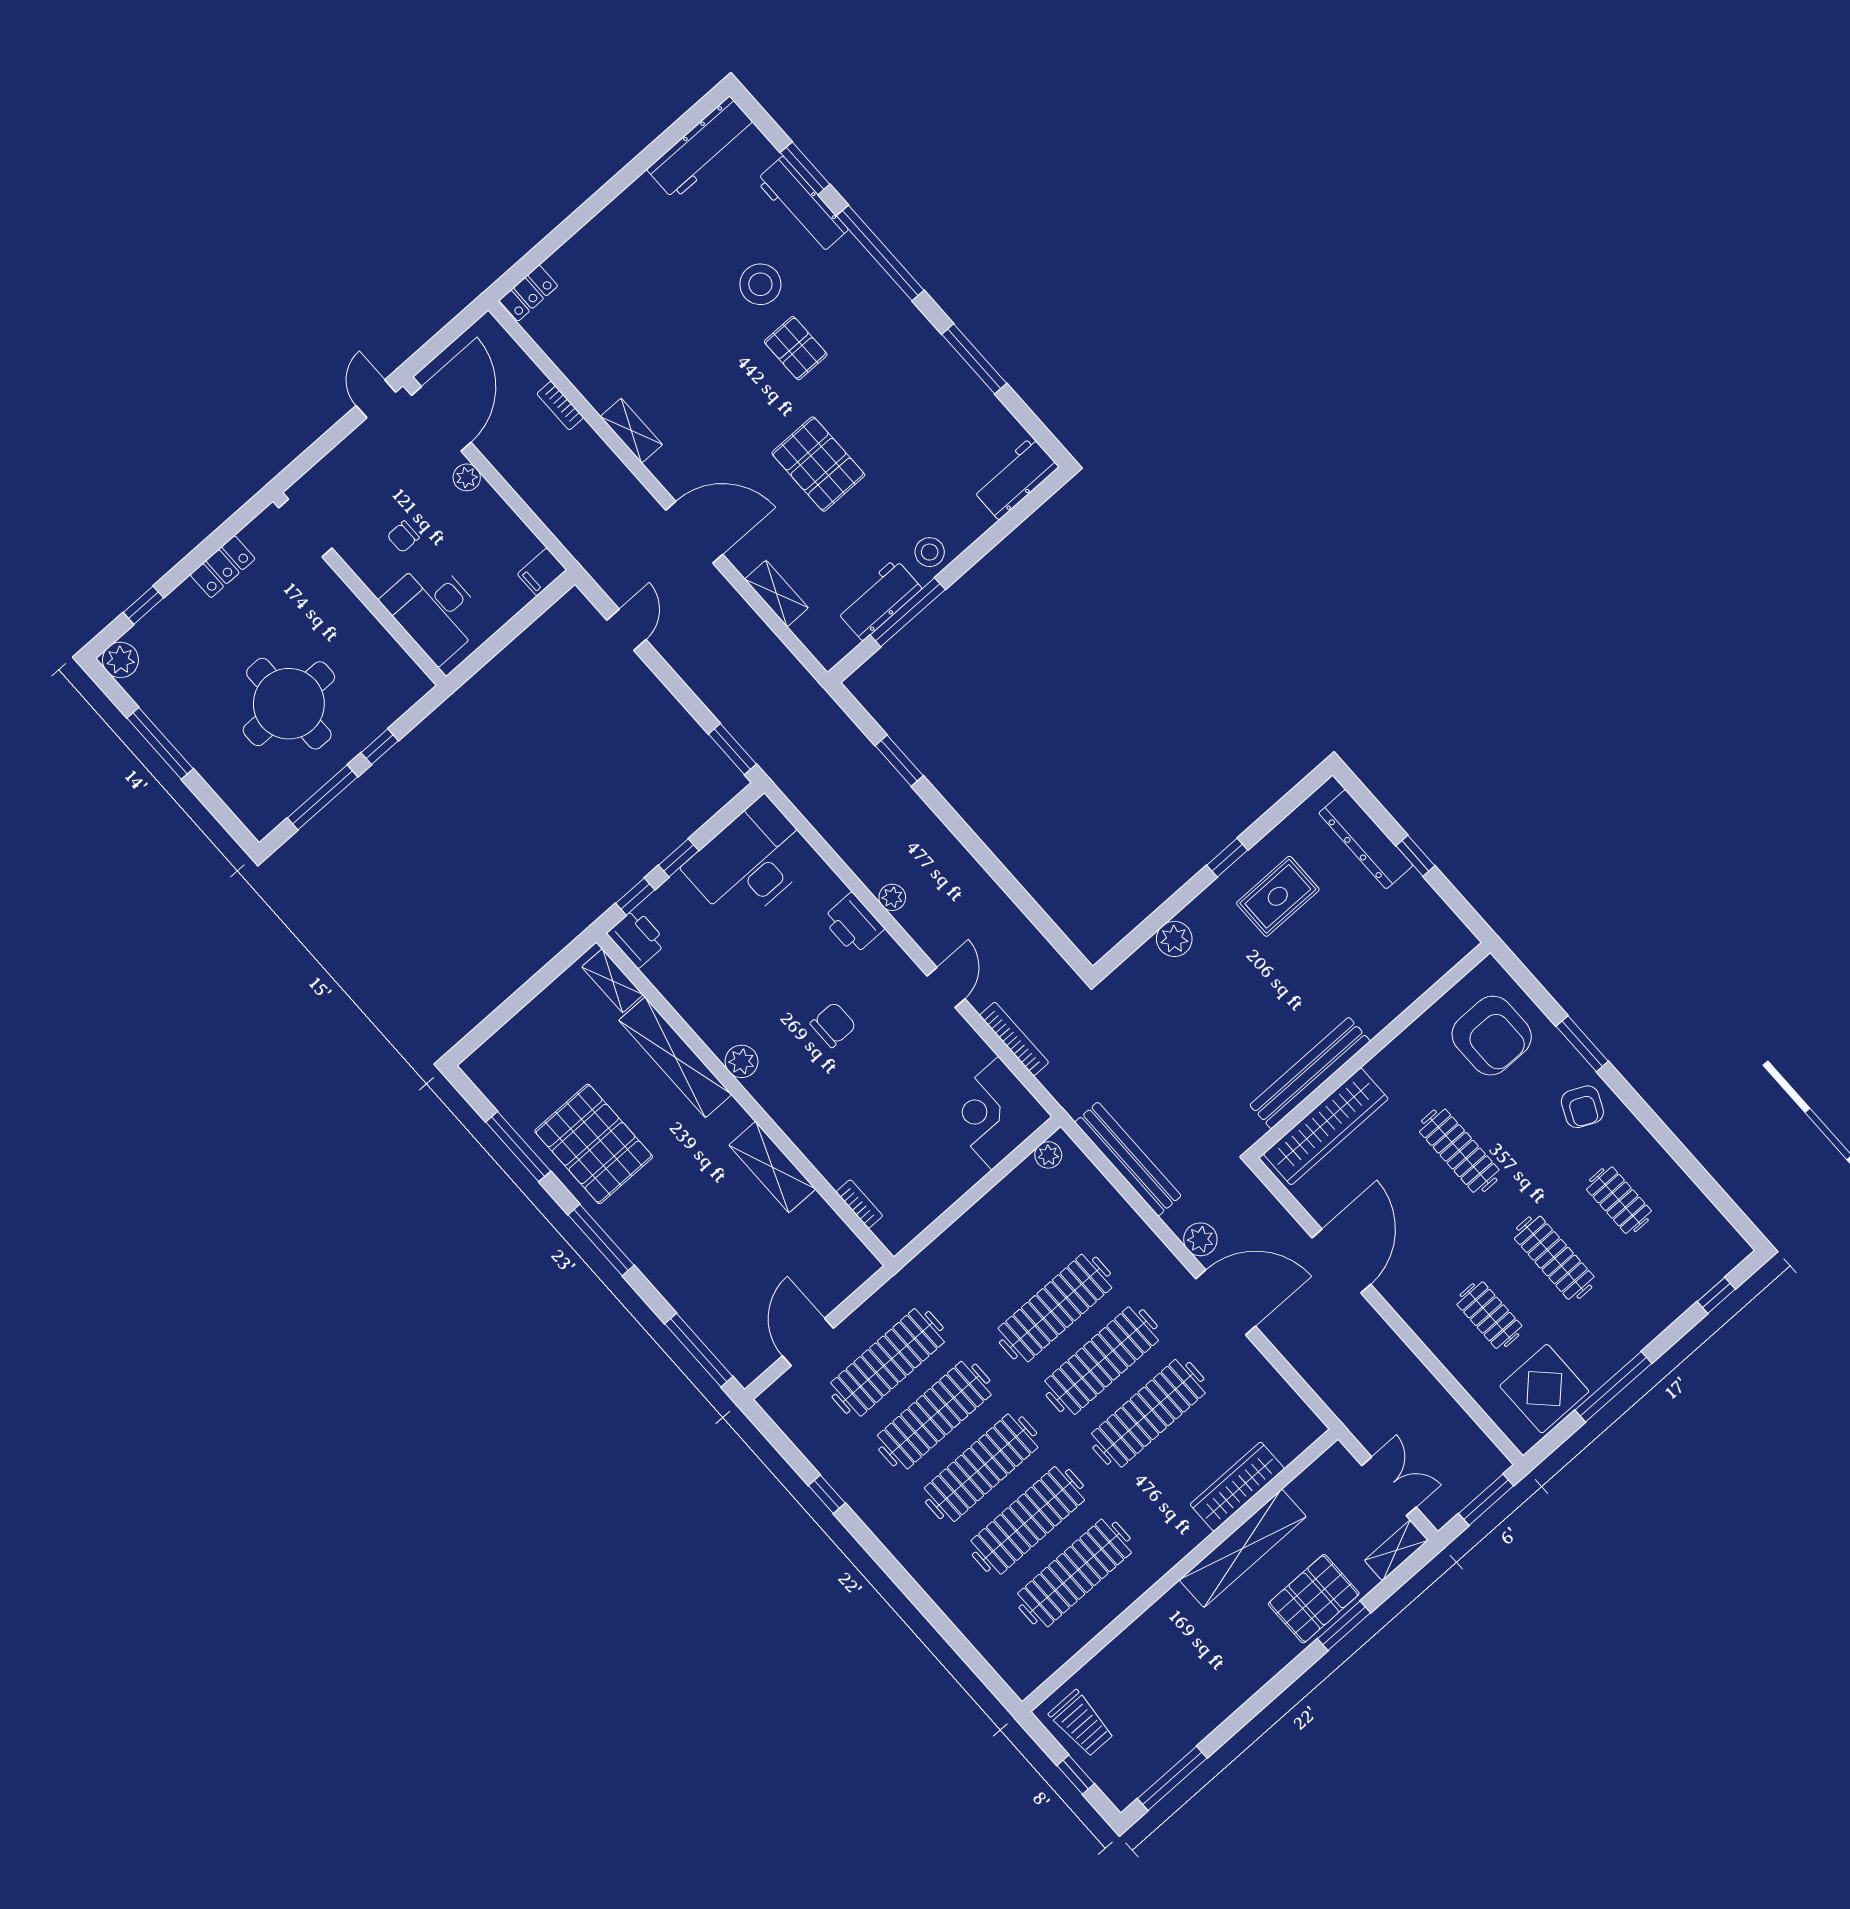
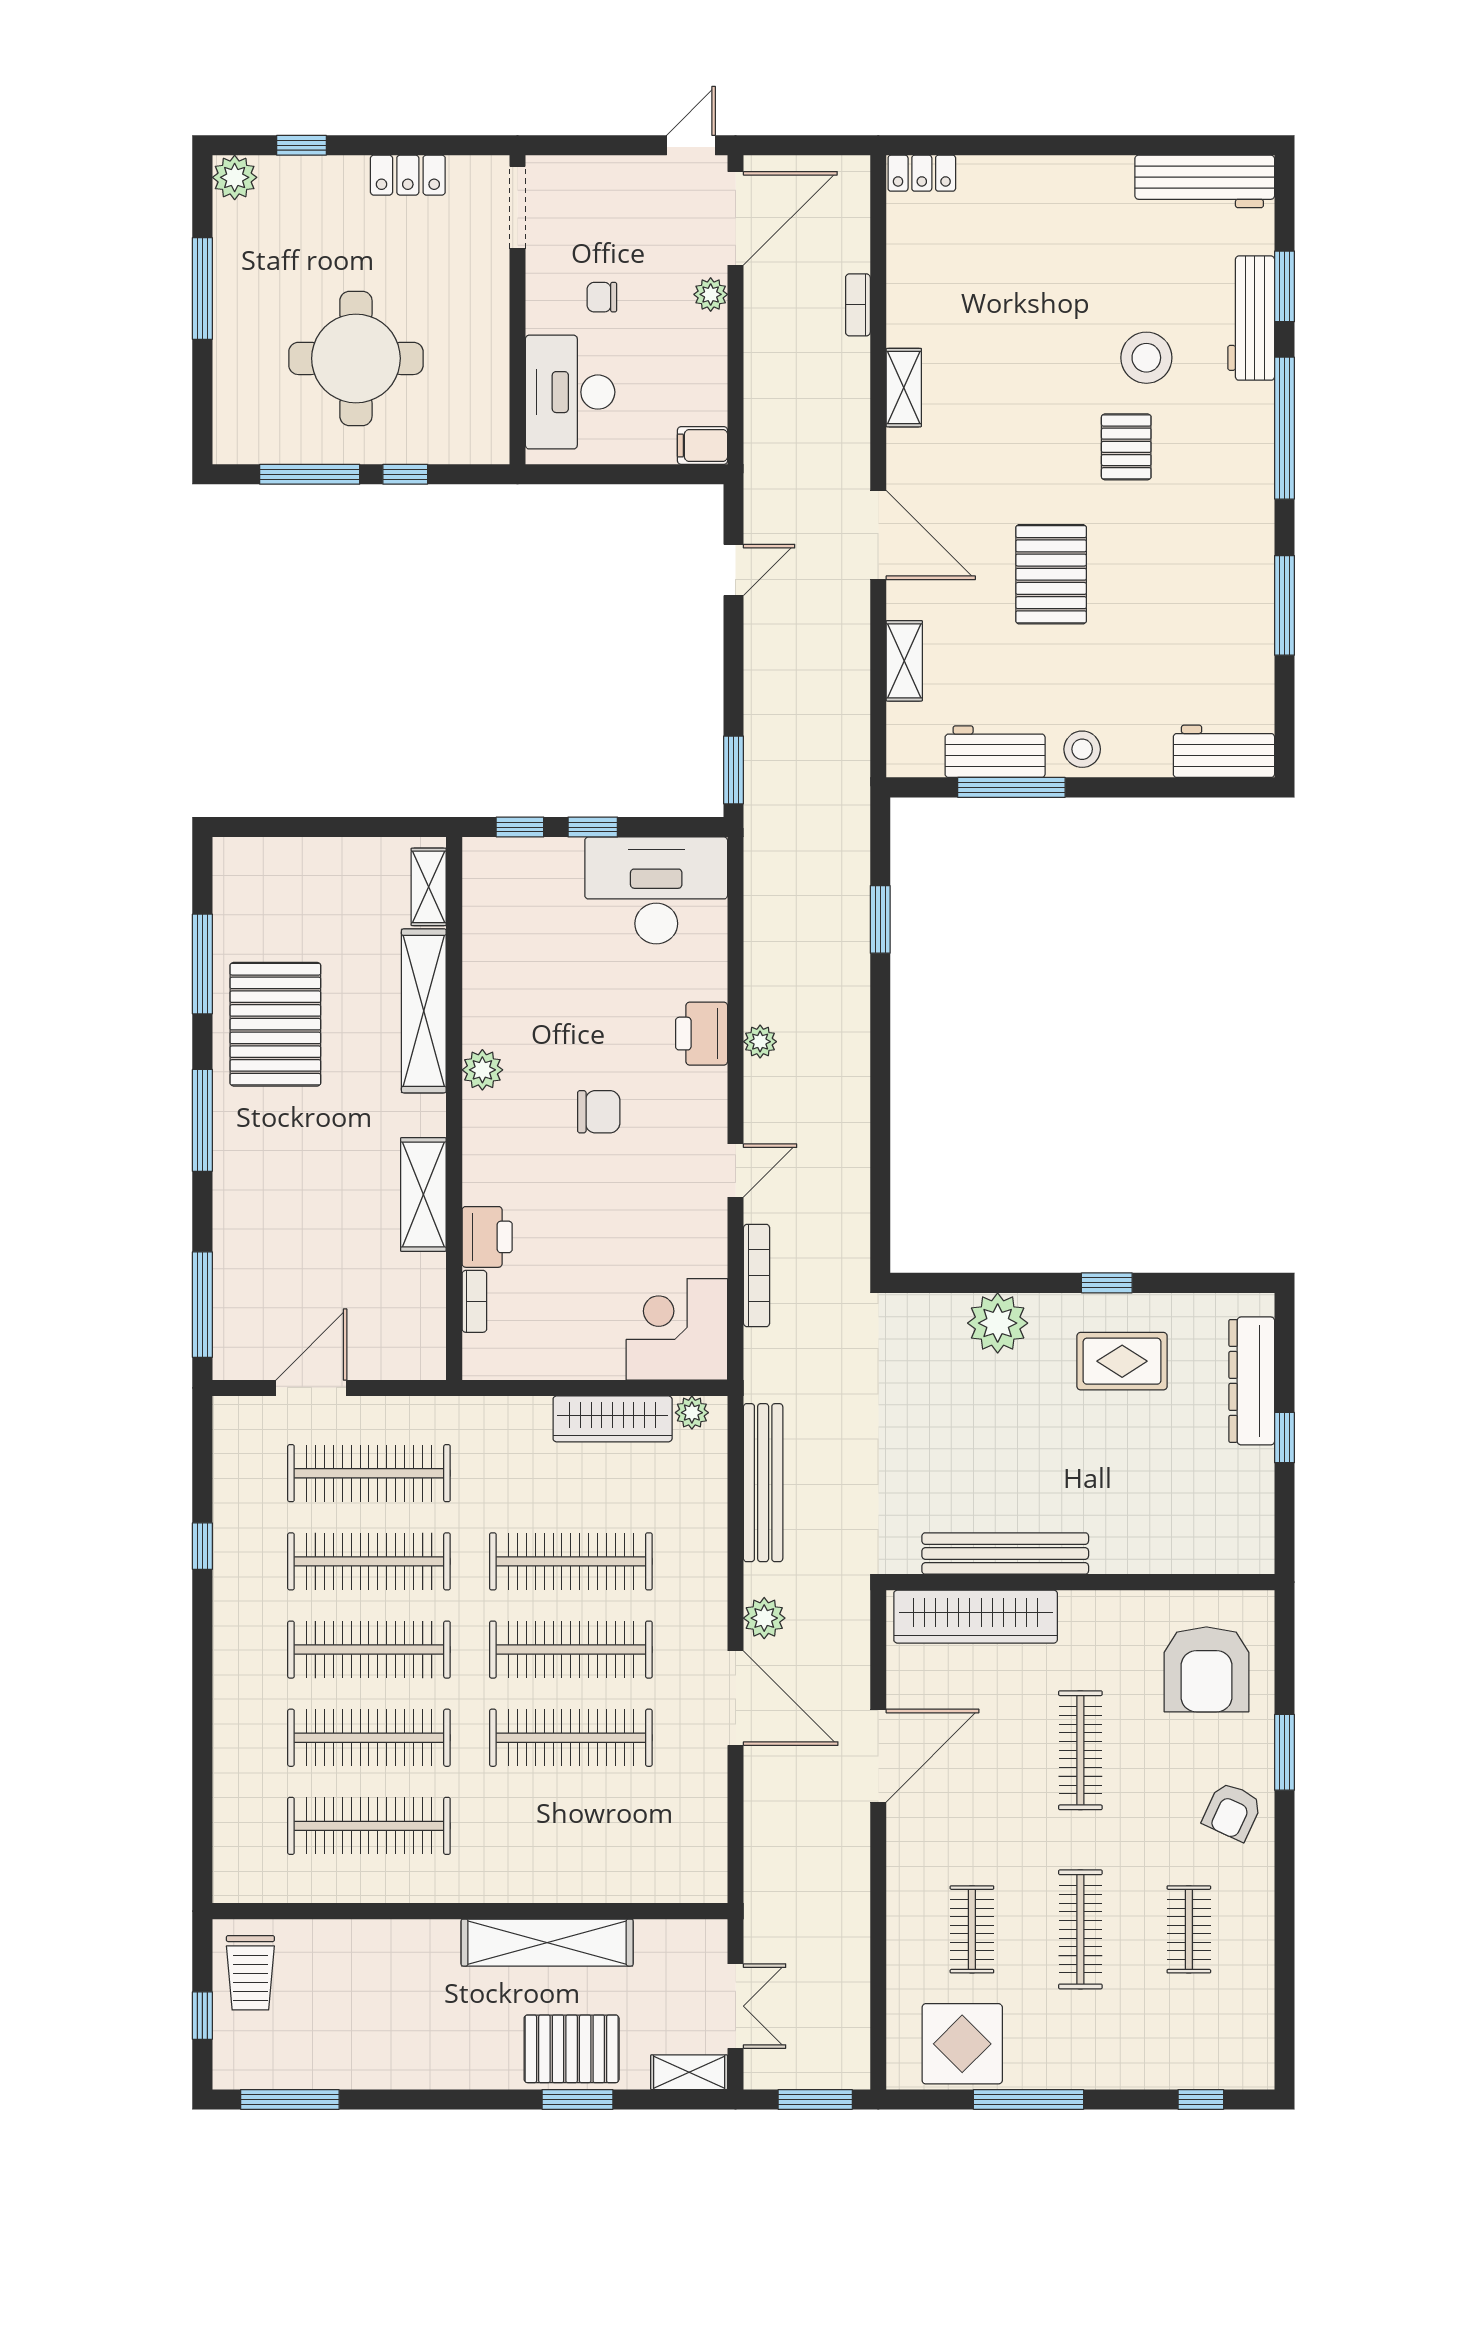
printer: (637, 938) -> (487, 1237), moved
plant: (1174, 939) -> (998, 1323), width x1.36, depth x1.36
wardrobe: (1237, 1487) -> (613, 1419), moved, turned 180

